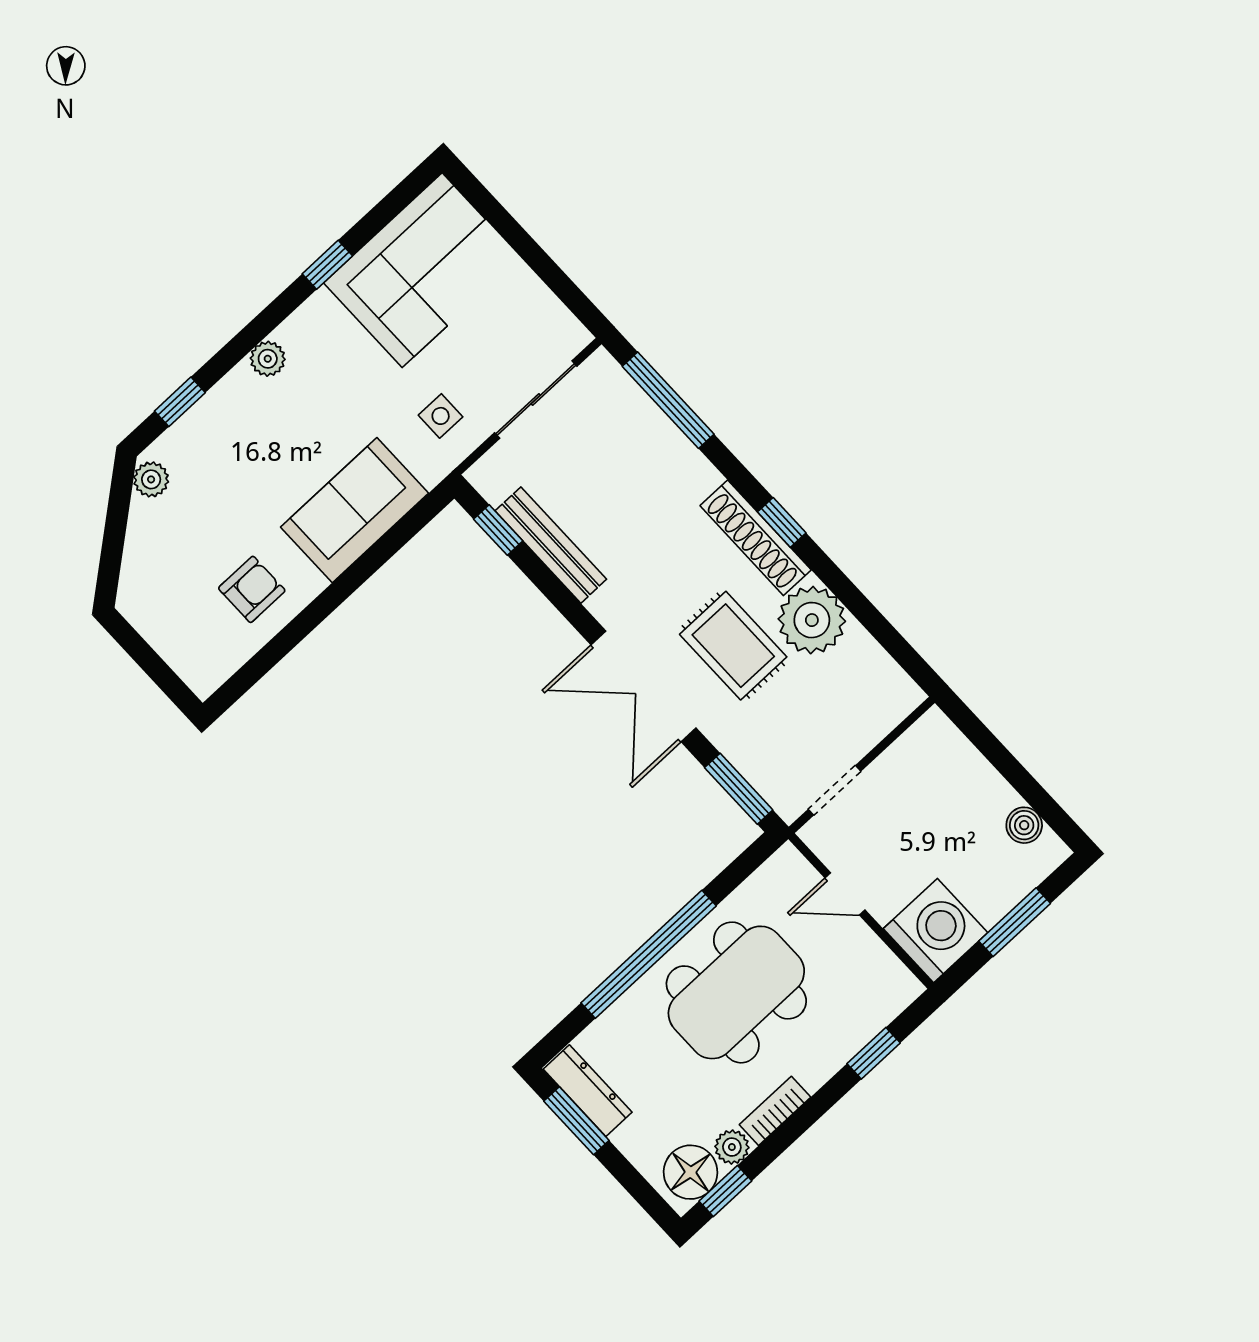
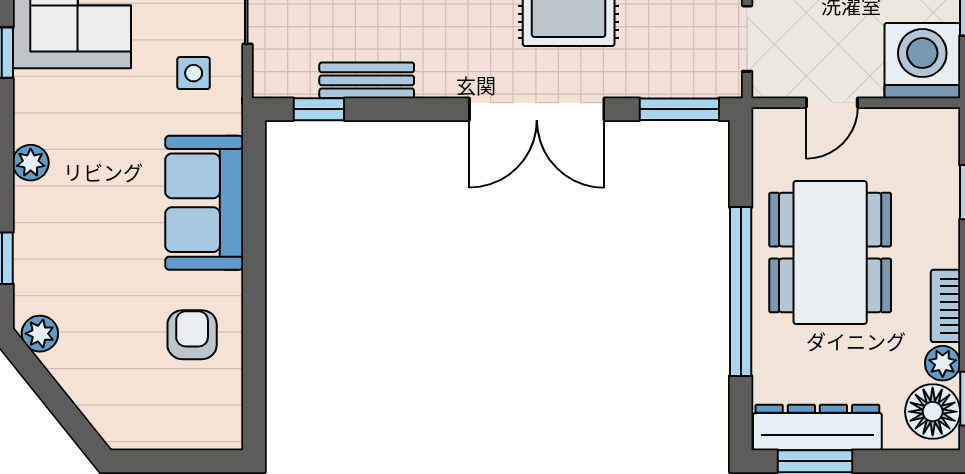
bench: (551, 545) -> (367, 80), width x0.73
dresser: (588, 1091) -> (817, 427), width x1.37, depth x1.24

